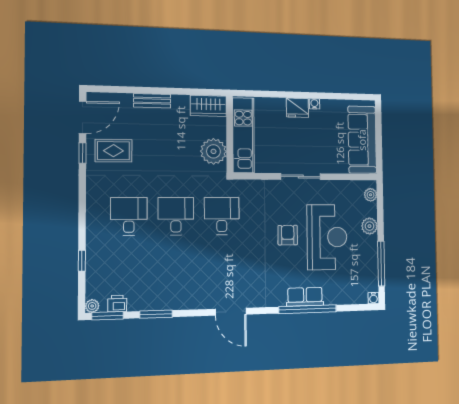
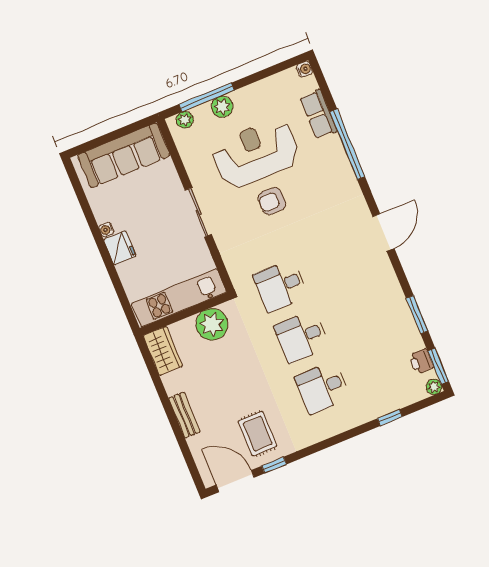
window: (381, 264) -> (207, 97), moved
row of seats: (305, 297) -> (318, 114), moved

